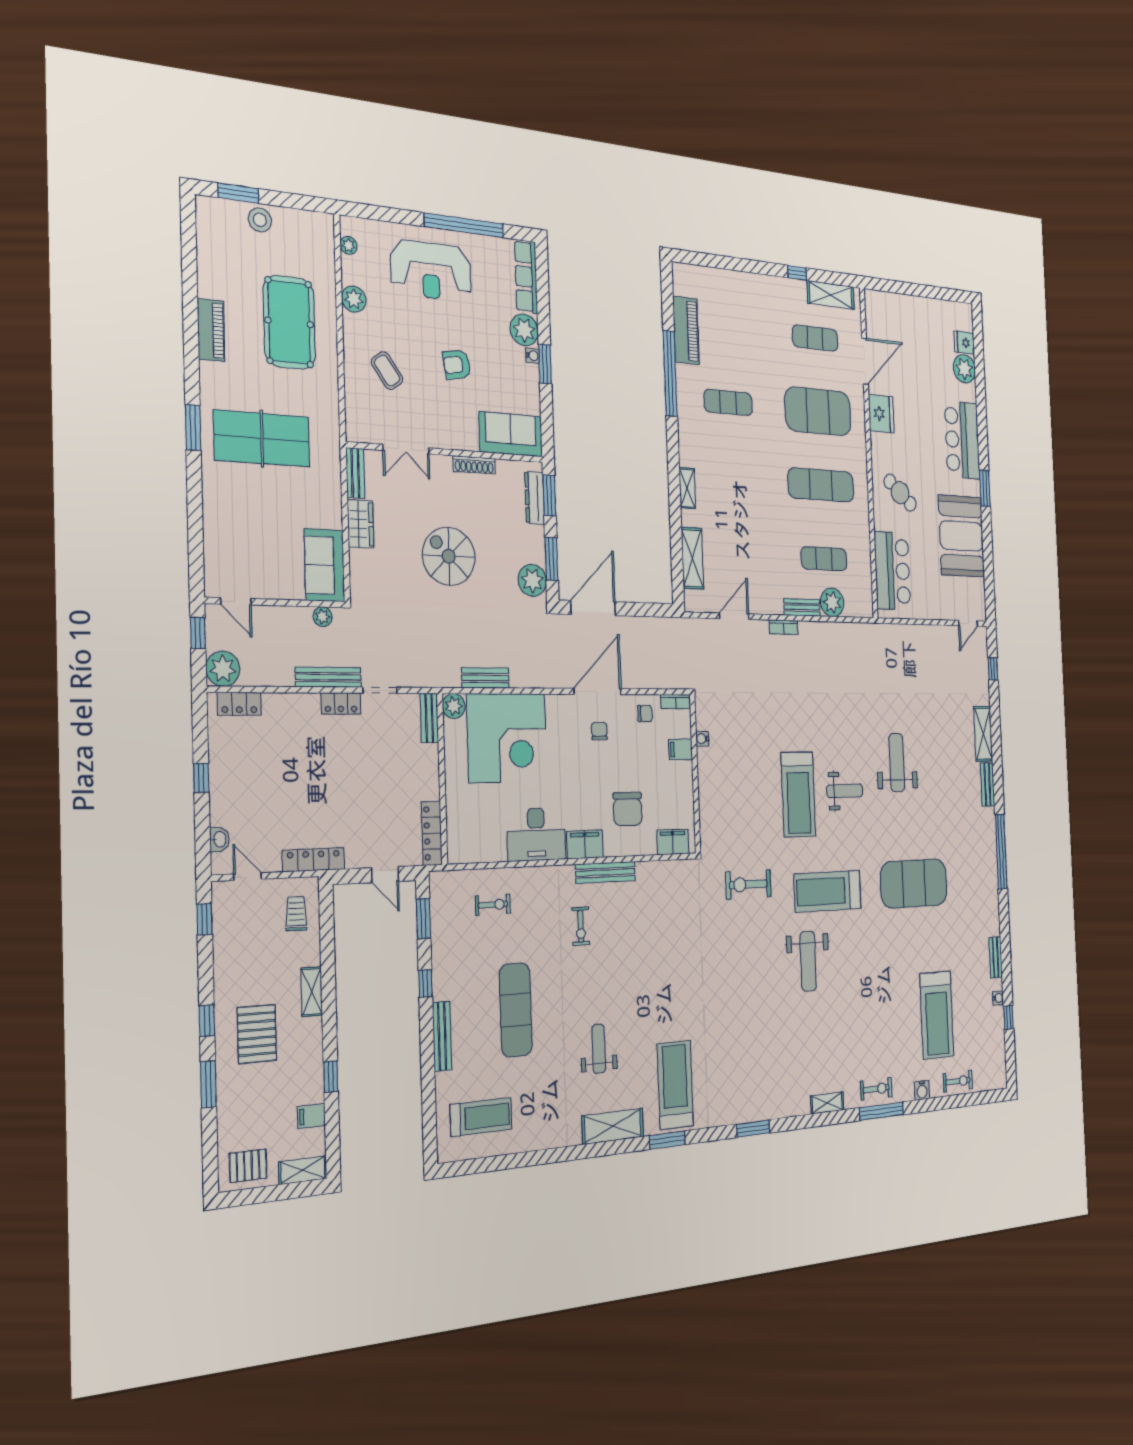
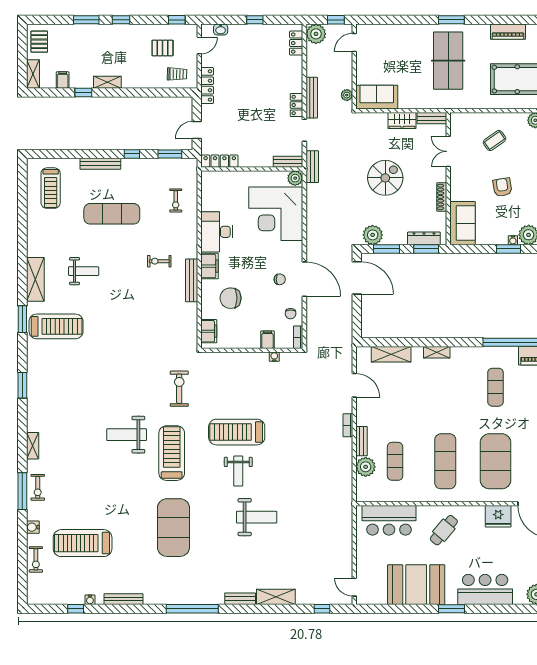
bench: (485, 678) -> (312, 167), moved
bench: (996, 957) -> (124, 599), width x1.36
shelving: (312, 992) -> (107, 82), moved
pallet: (257, 1034) -> (163, 48), moved, width x0.67, depth x0.71

